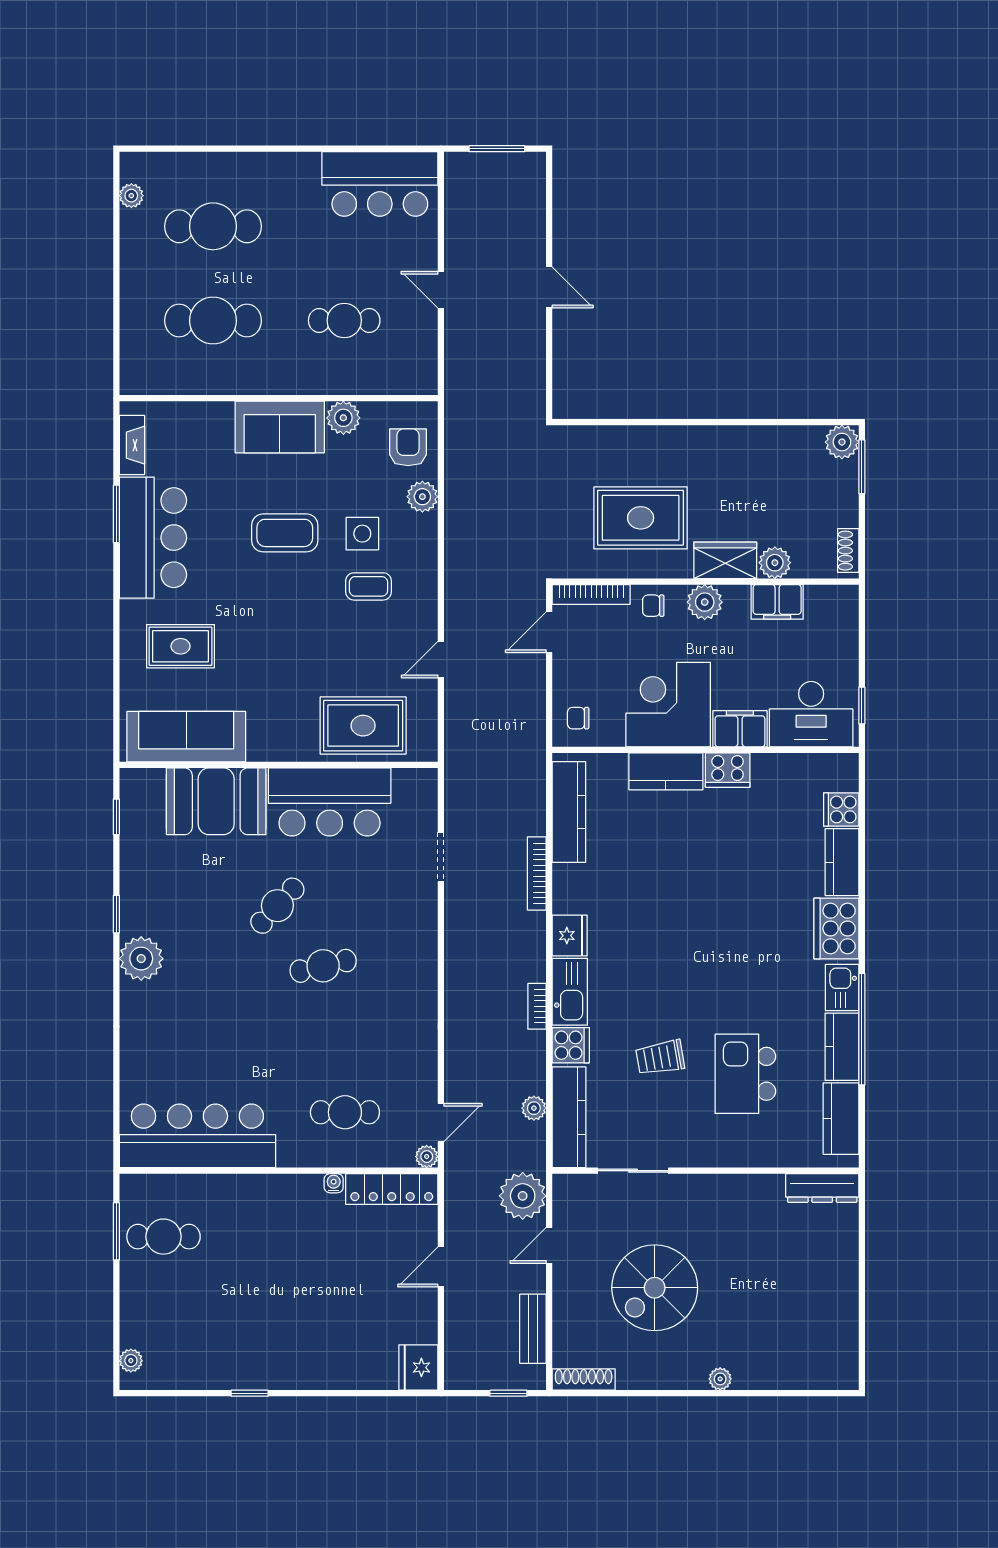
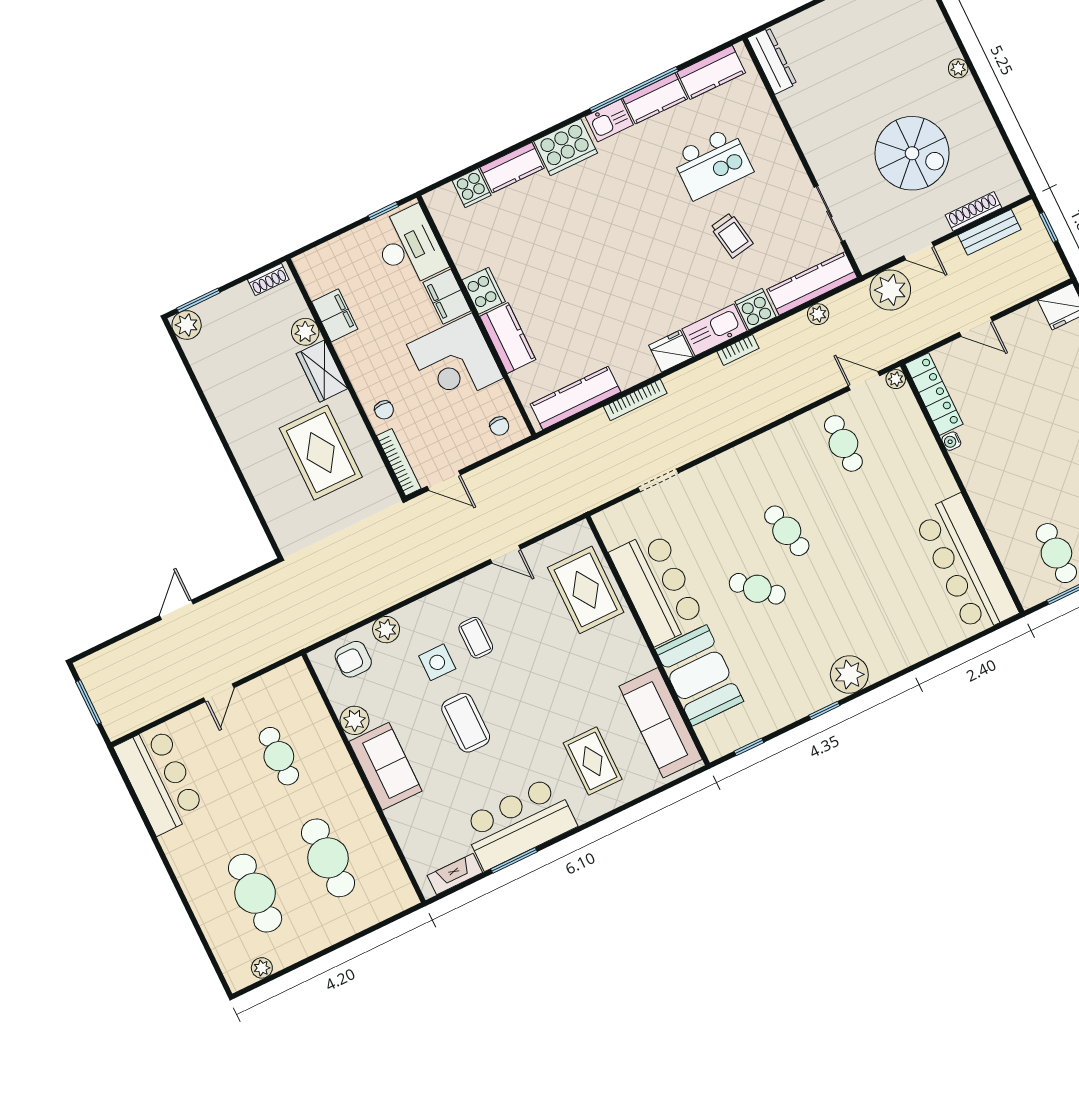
plant: (705, 602) -> (362, 371), removed
cafe table: (345, 1112) -> (843, 443), moved
shoe rack: (584, 1379) -> (973, 211), moved, turned 90

